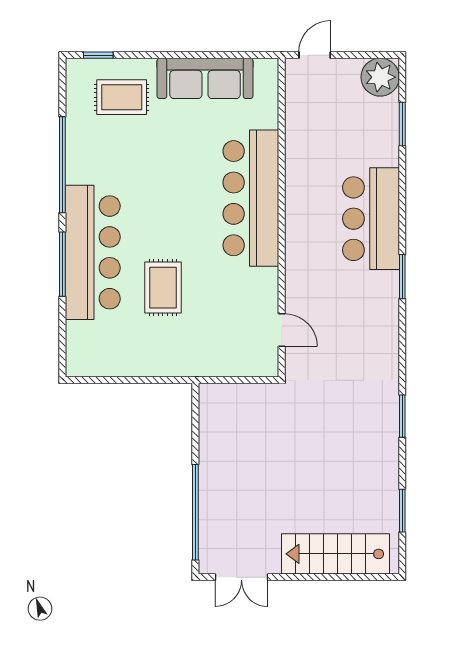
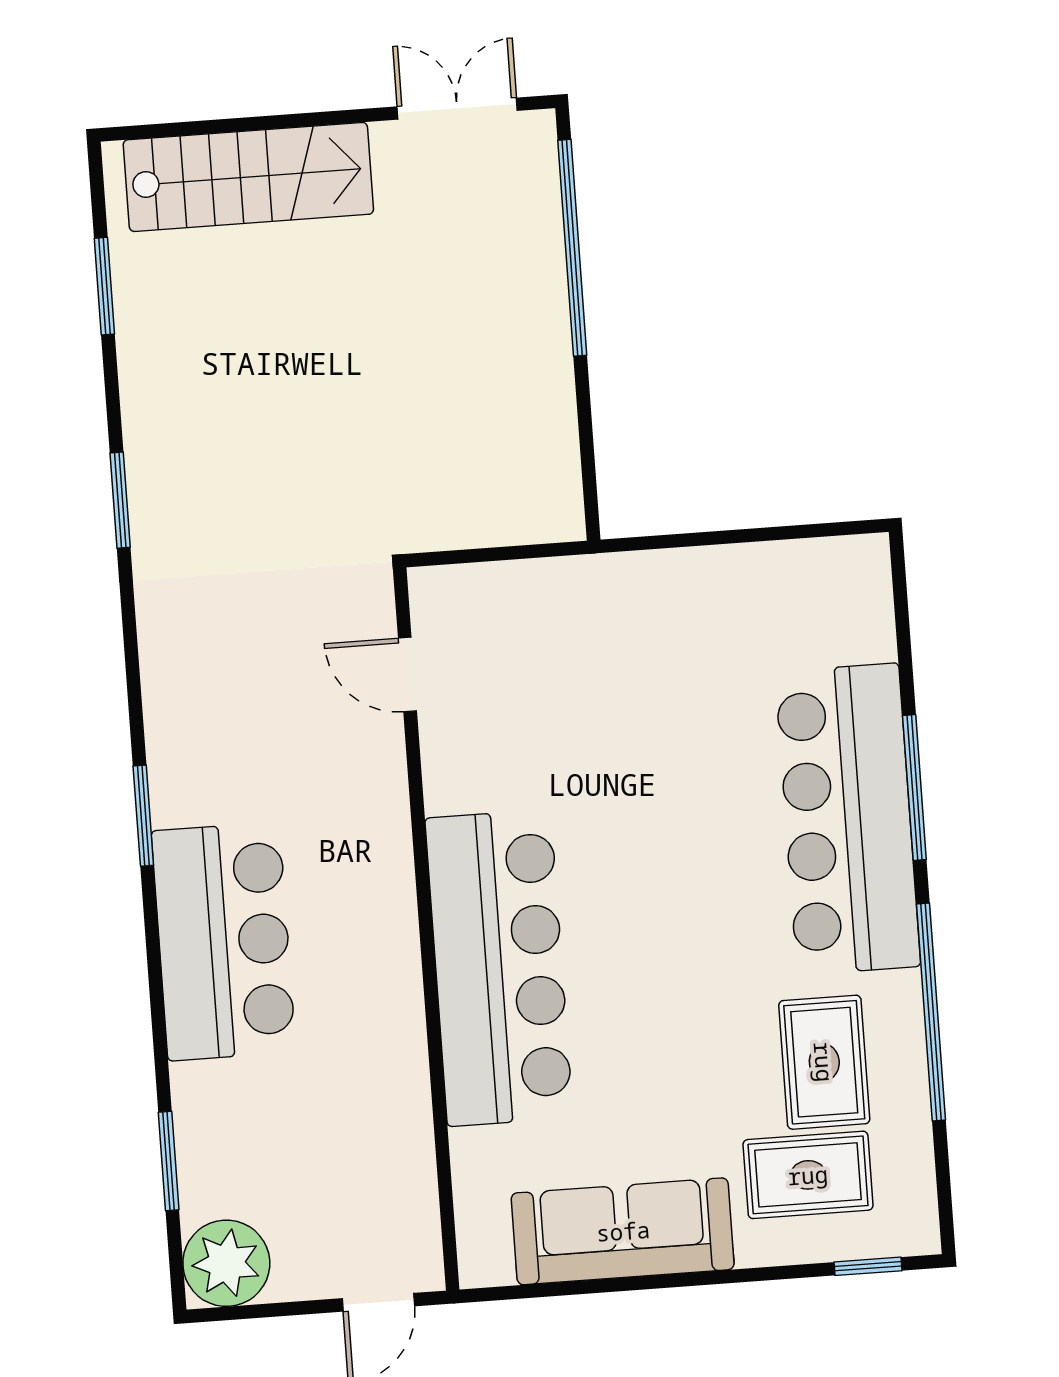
rug: (163, 288) -> (824, 1062), moved

